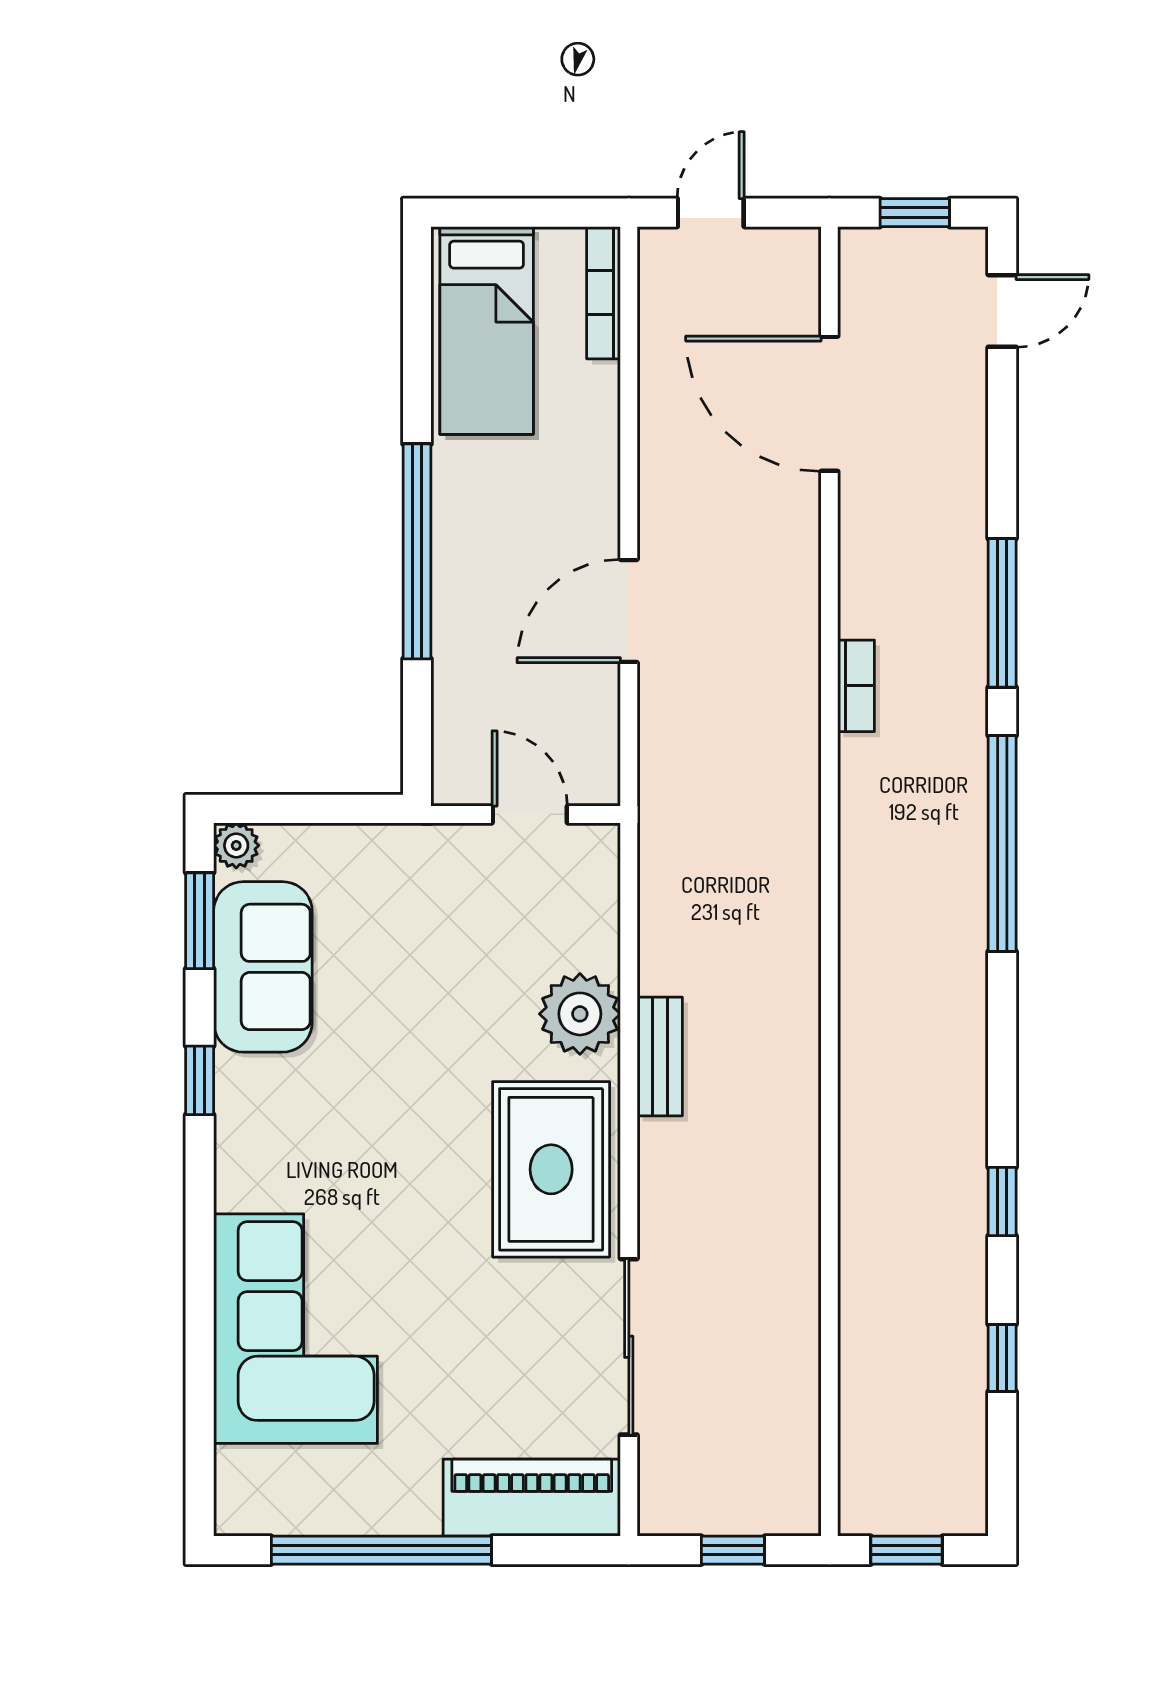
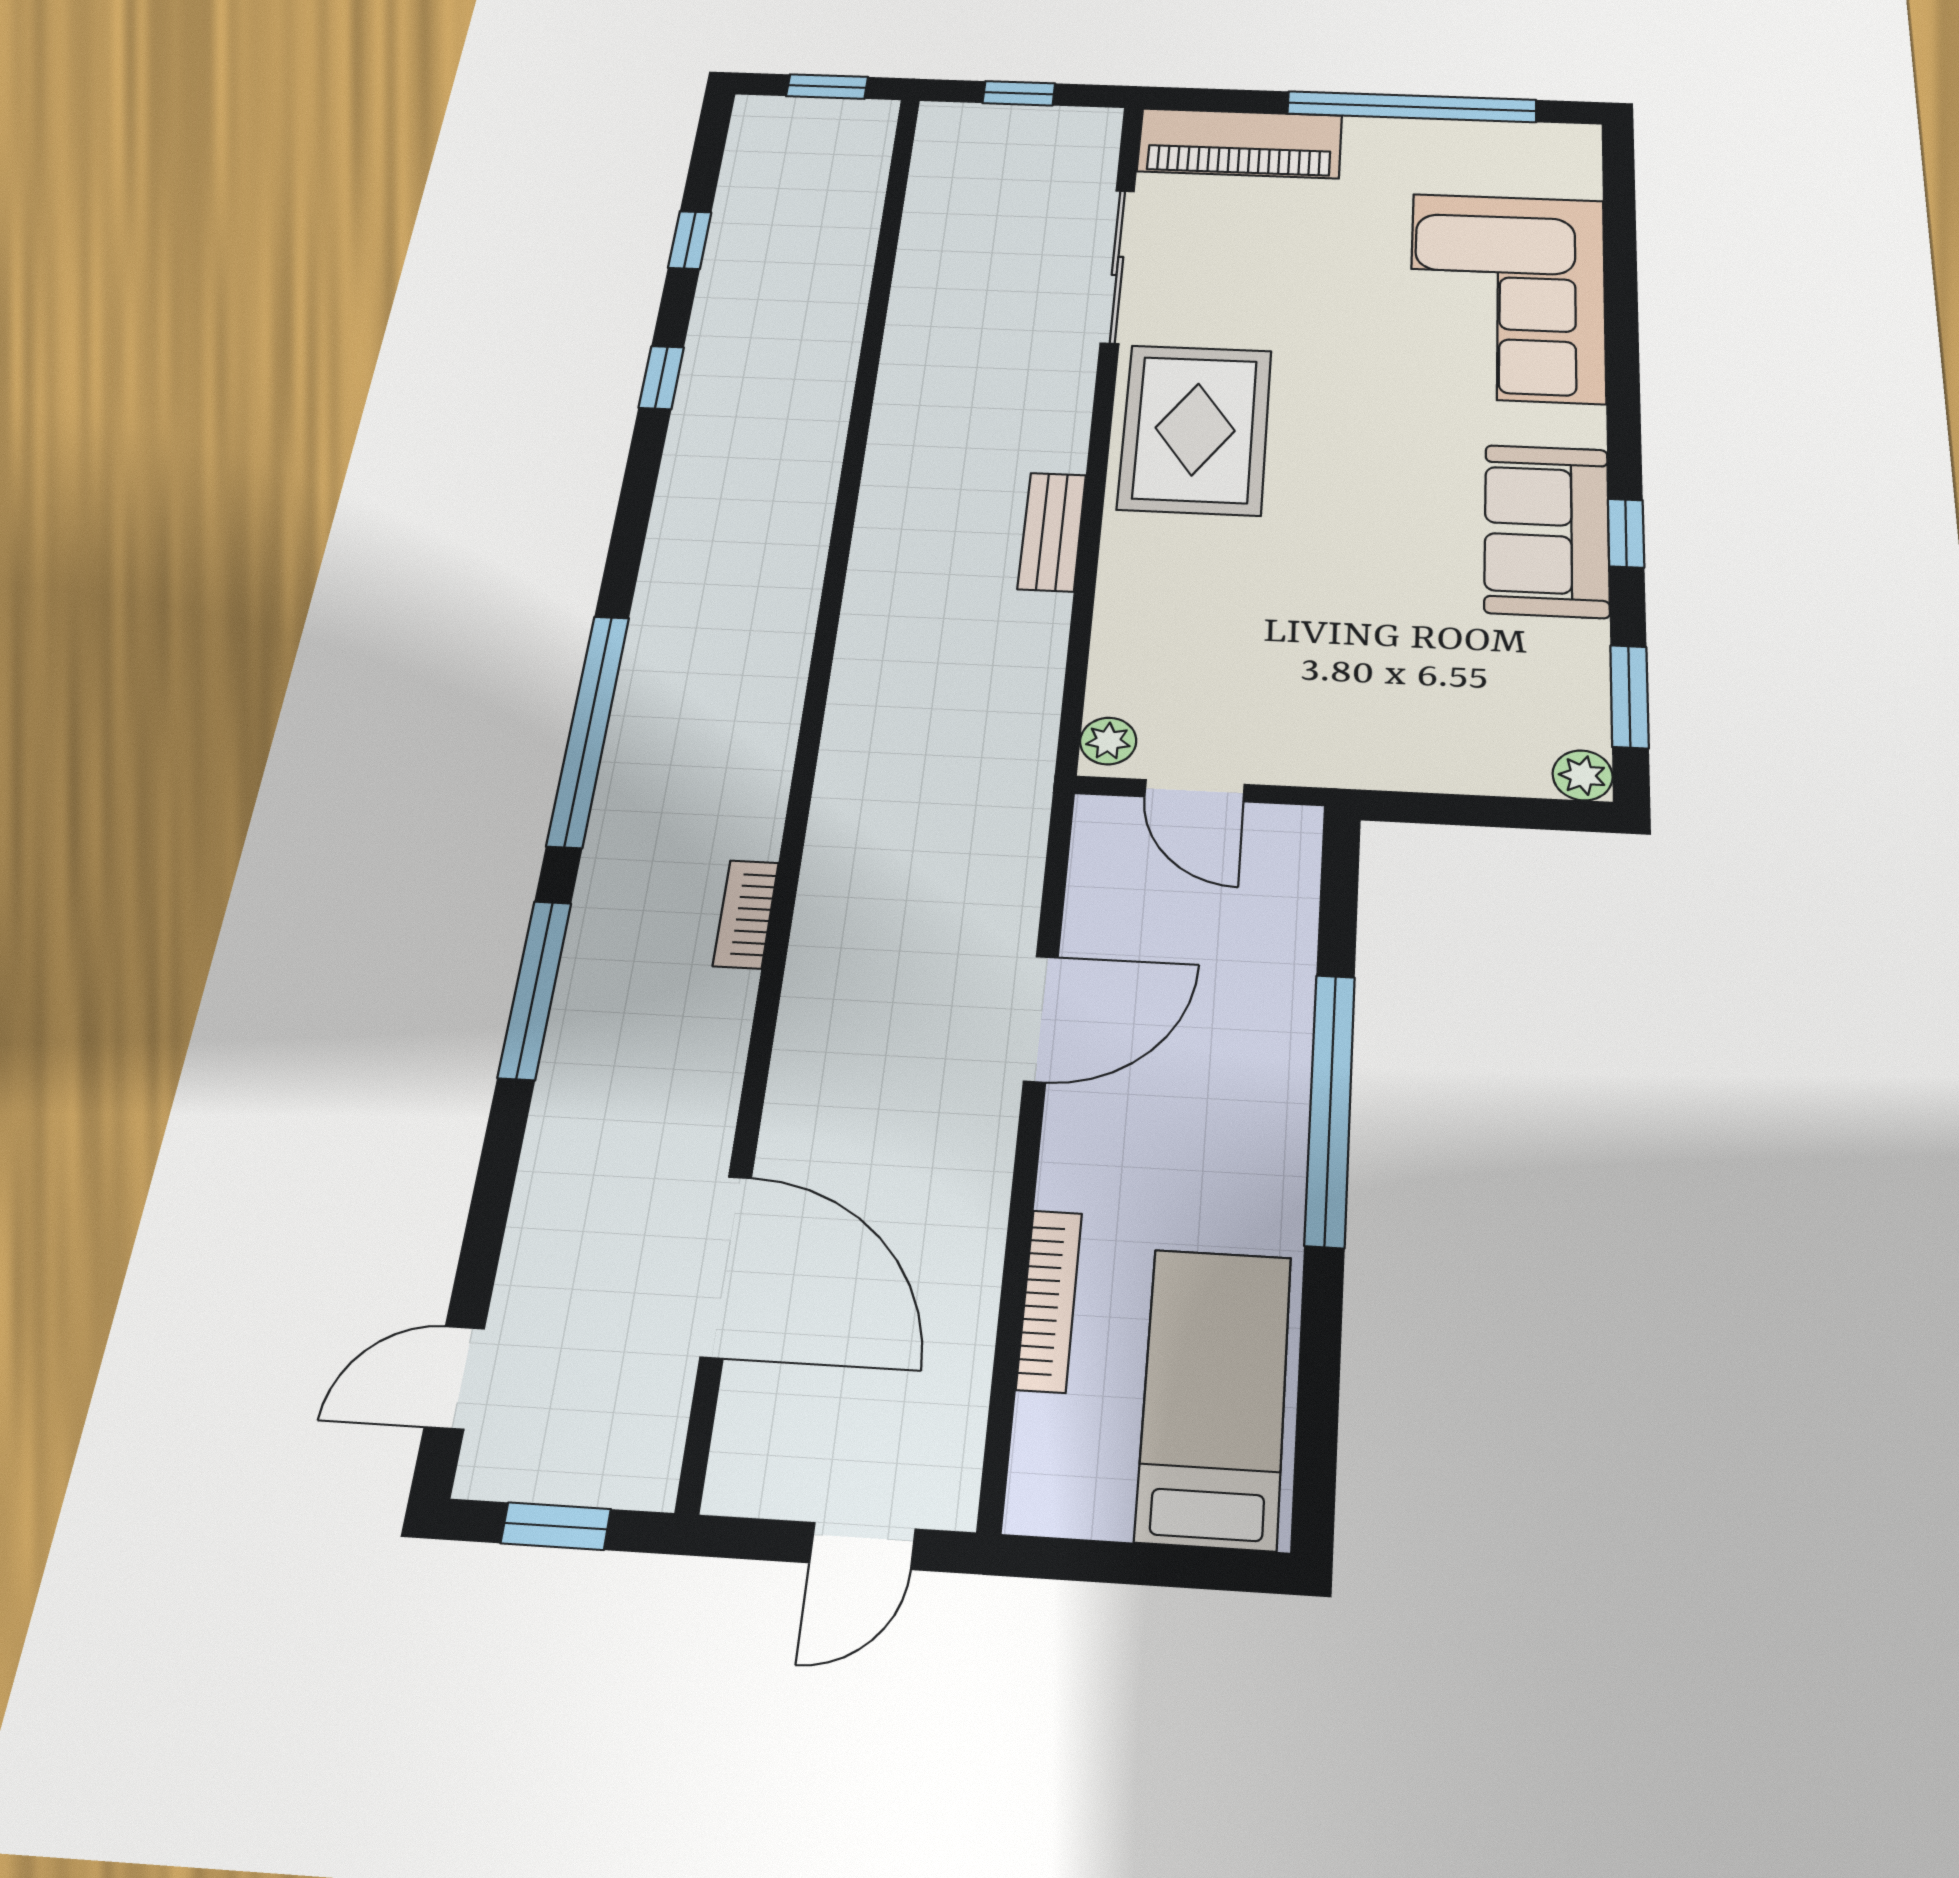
bookcase: (603, 293) -> (1049, 1300), moved
sofa: (263, 967) -> (1547, 530), moved
plant: (580, 1014) -> (1108, 741), moved, width x0.53, depth x0.53

